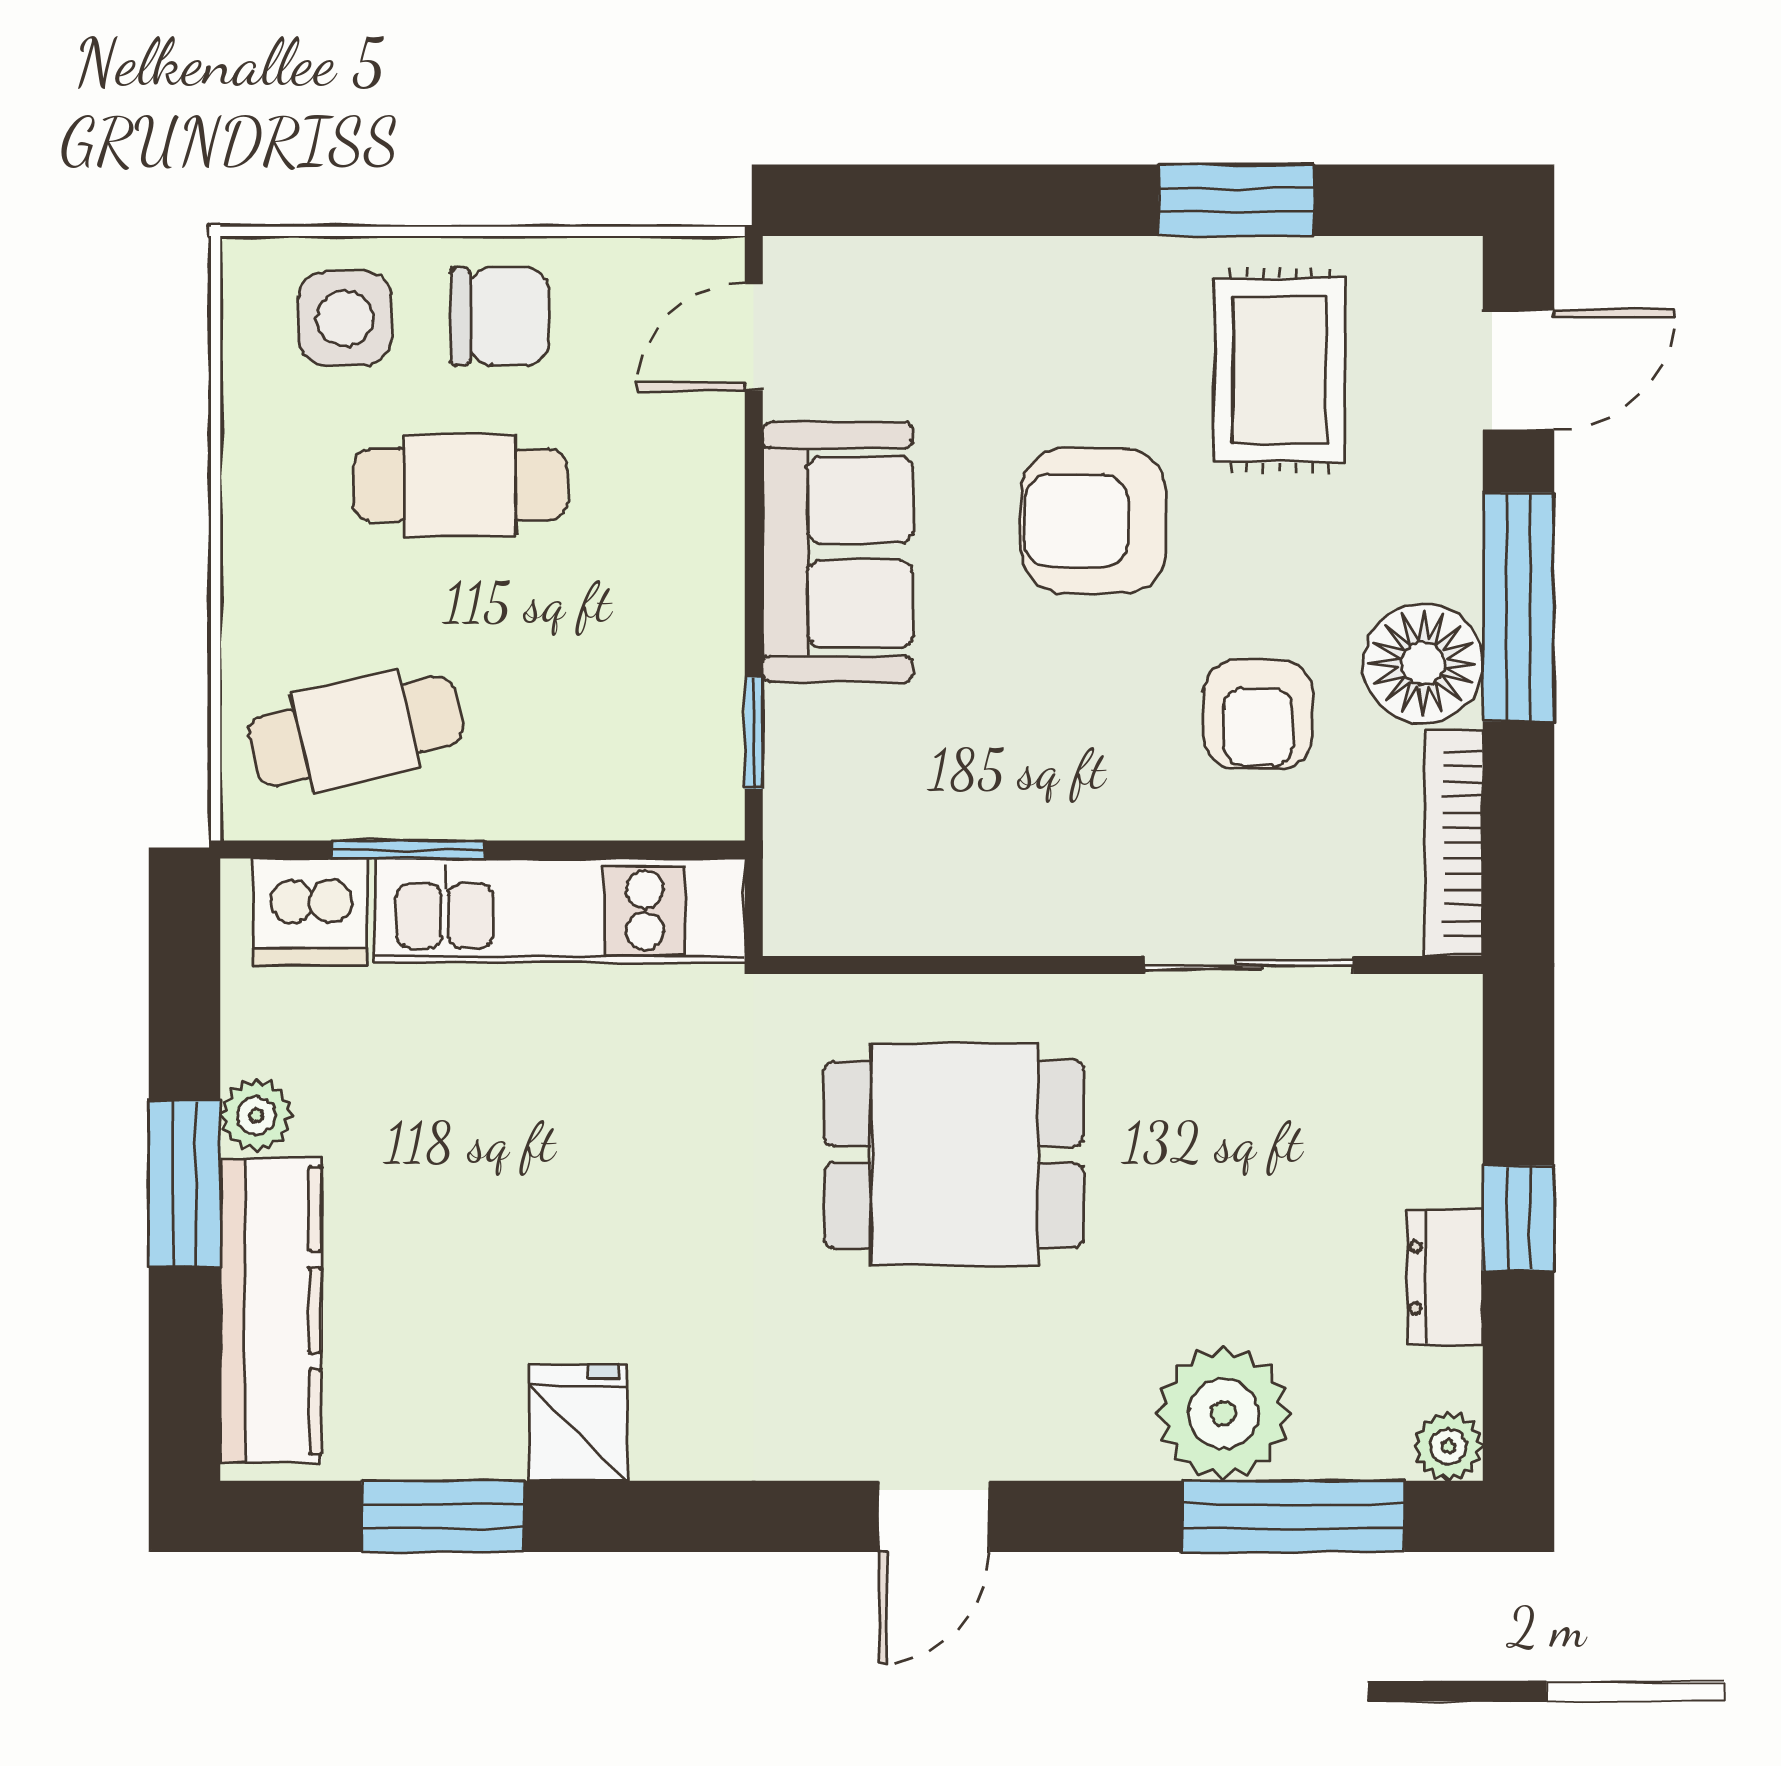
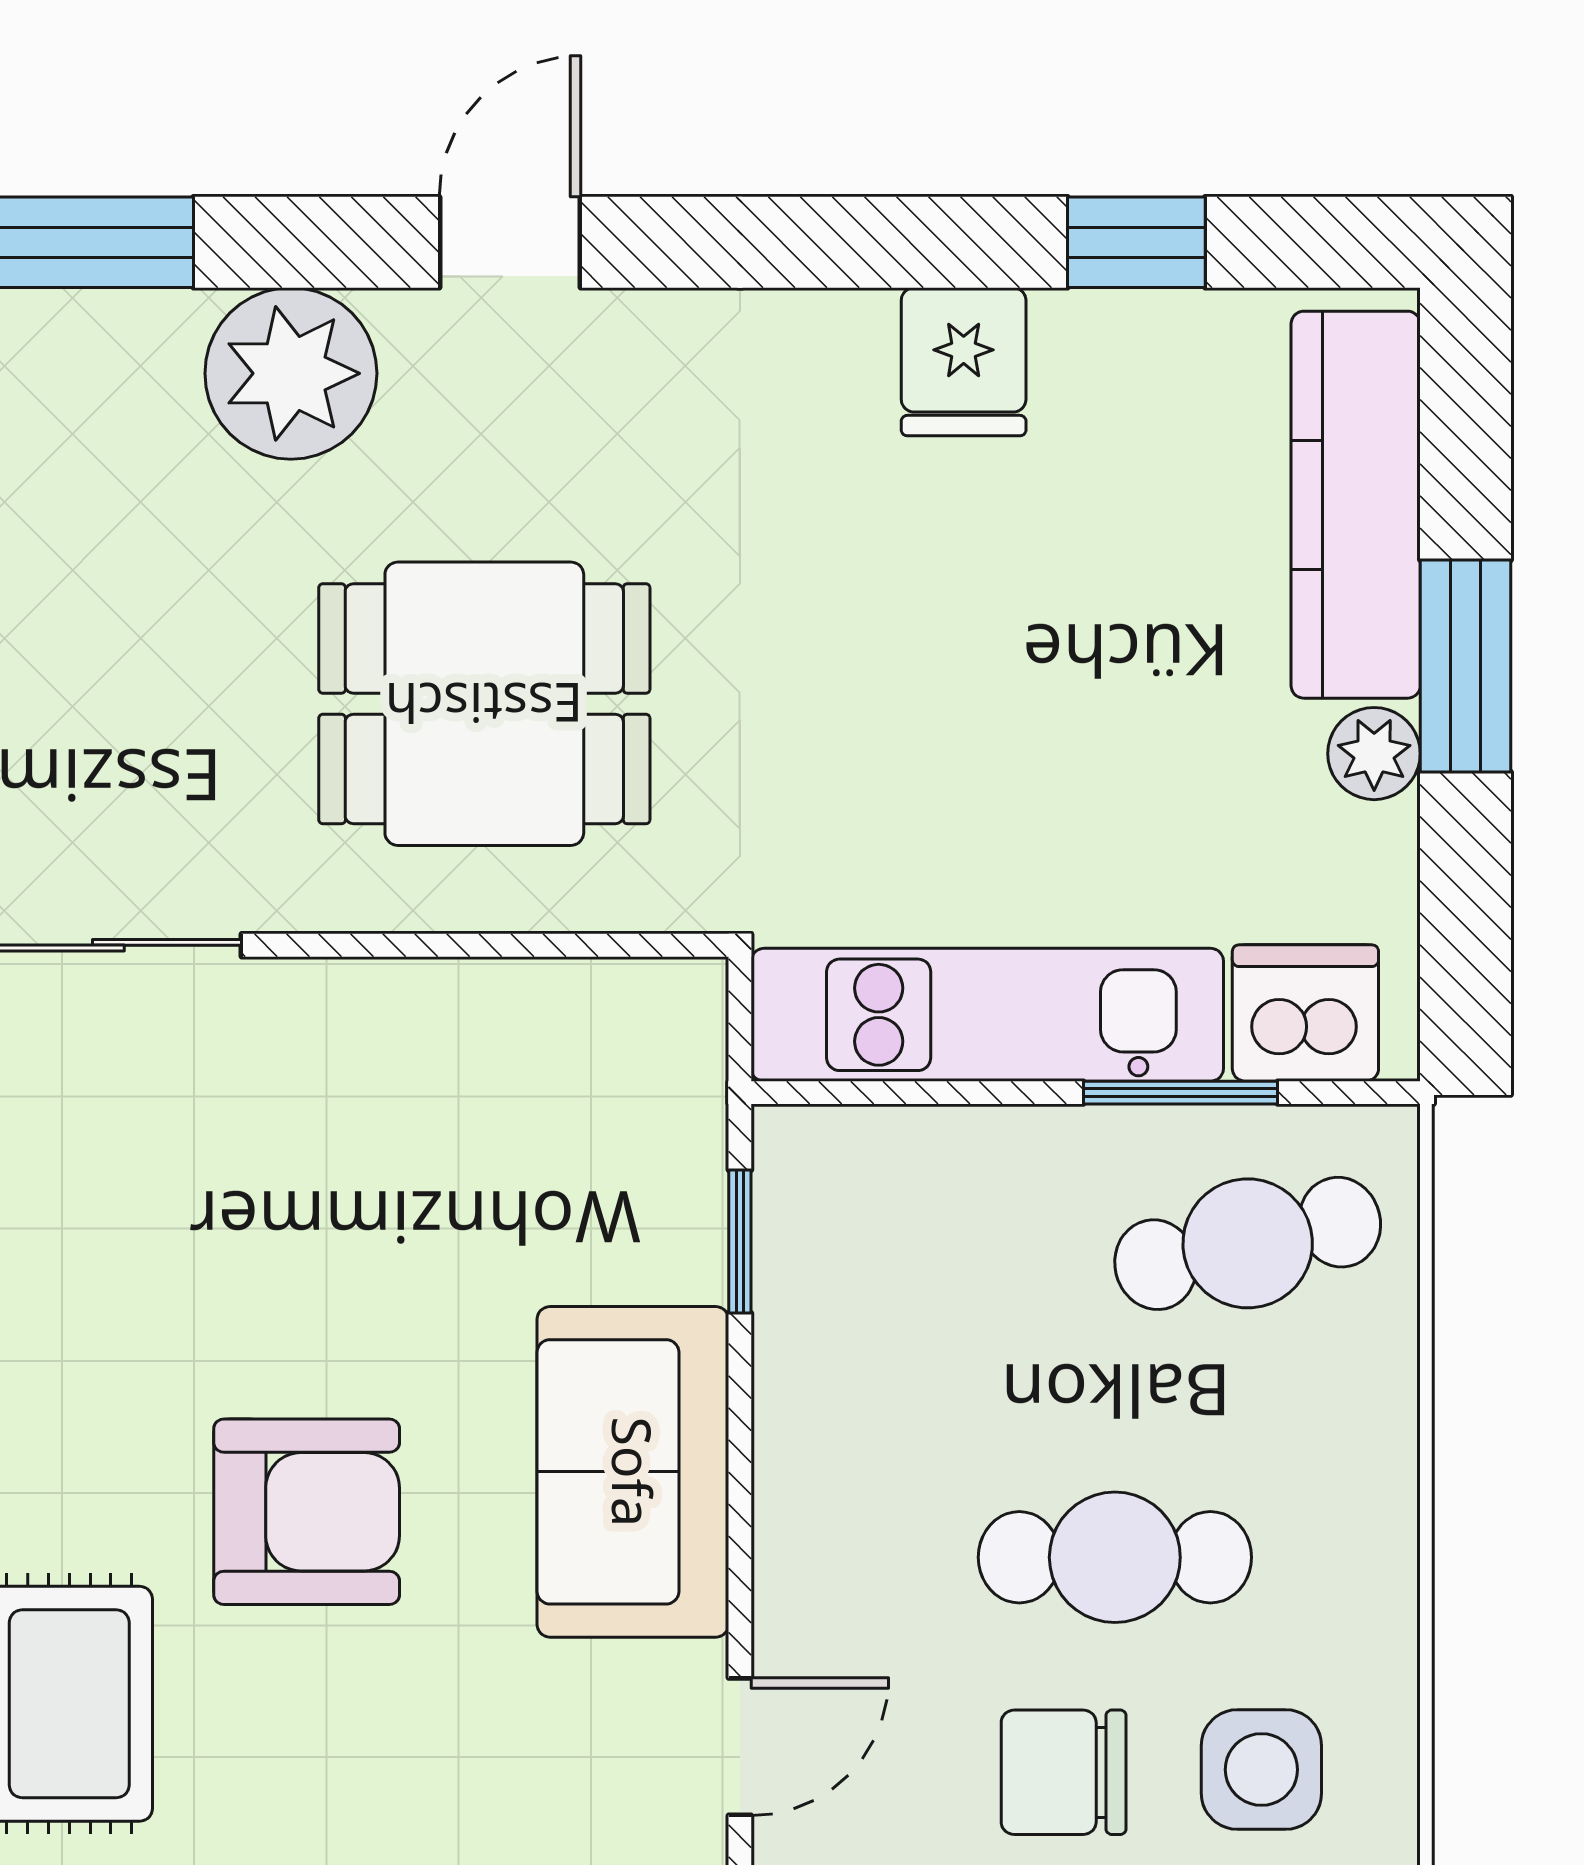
armchair: (1258, 714) -> (97, 1265), removed
plant: (1223, 1413) -> (291, 373), moved
window: (443, 1516) -> (1136, 242), width x0.67

